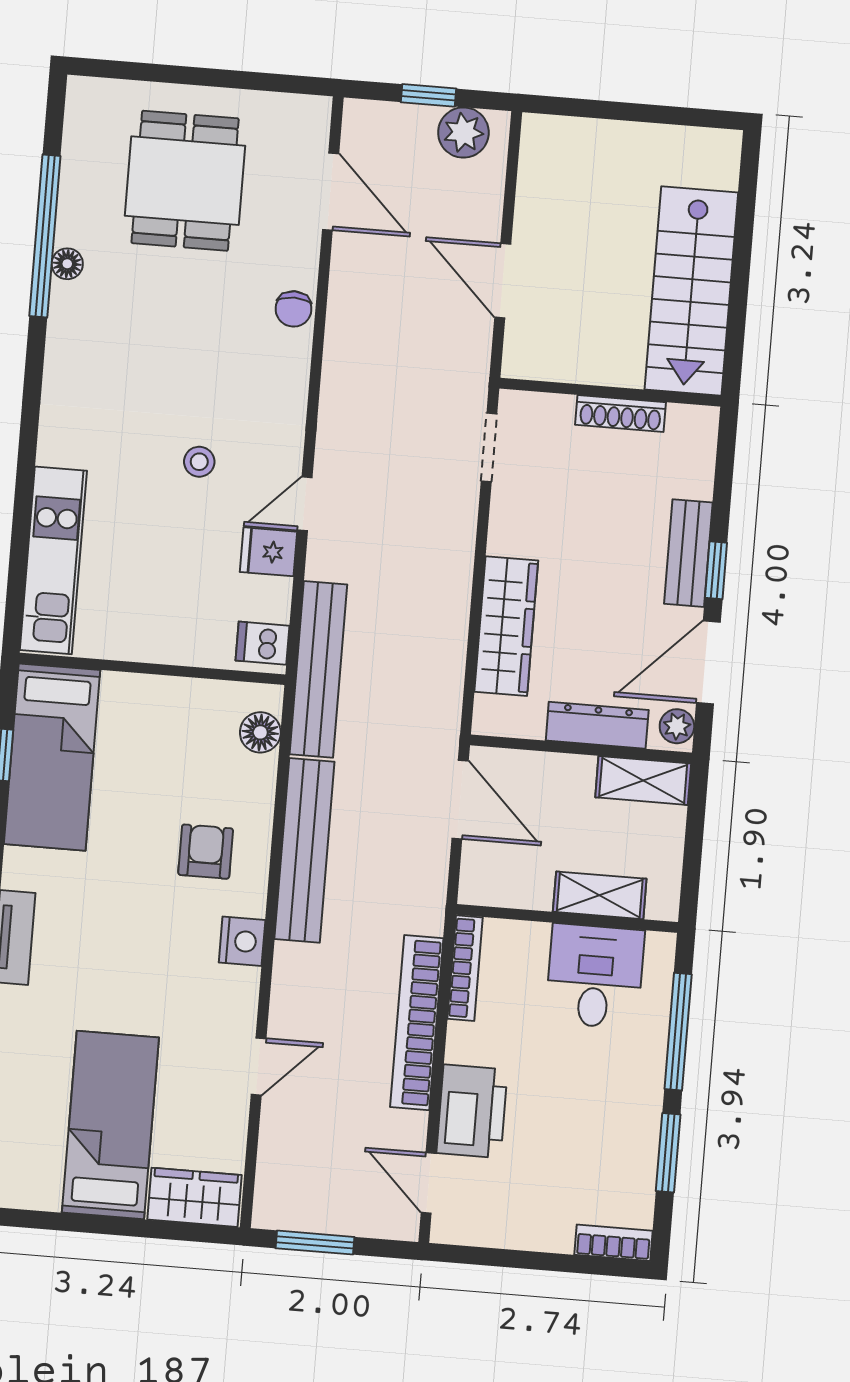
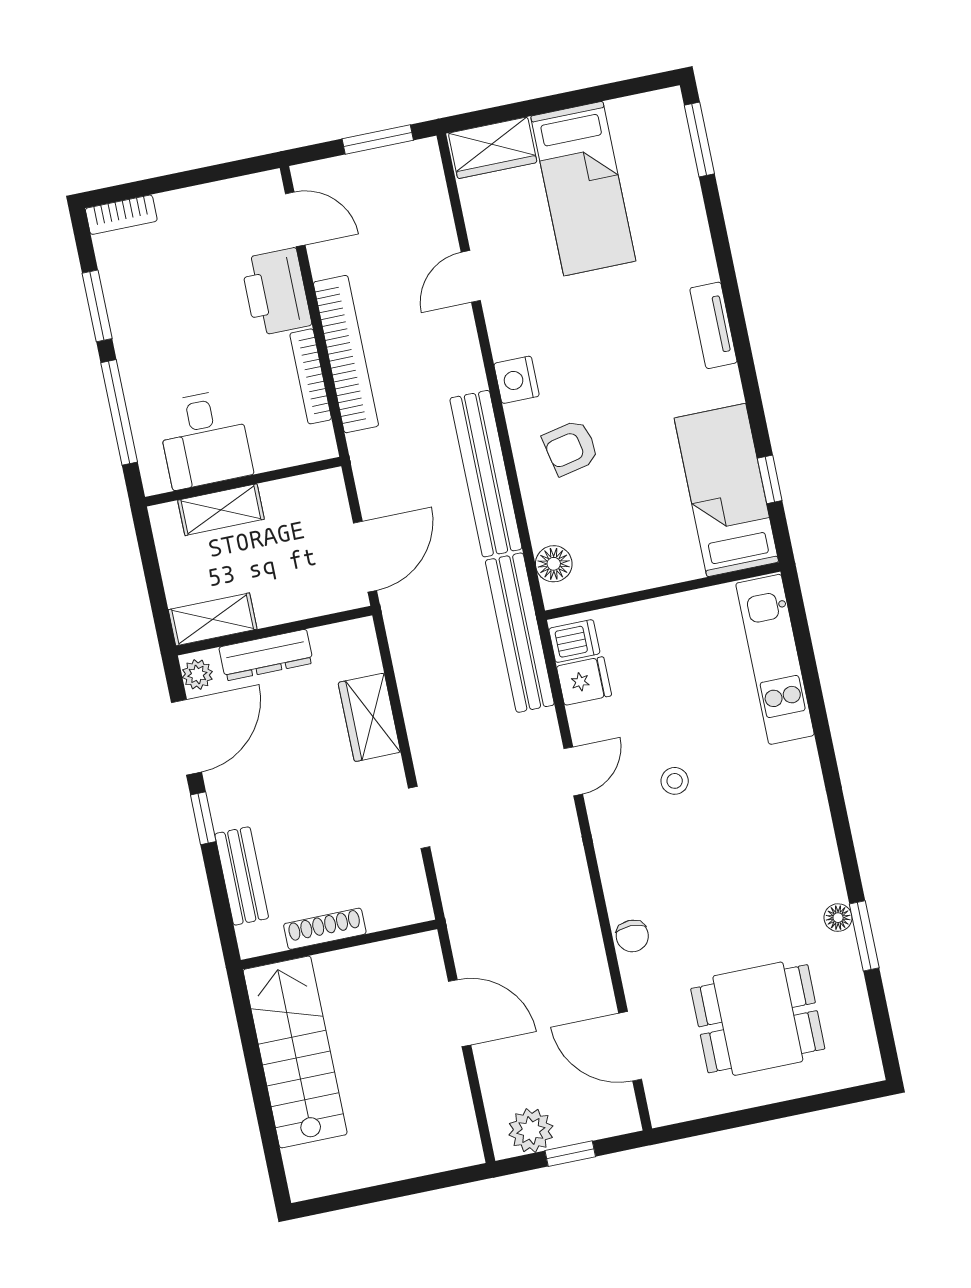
dining table: (185, 181) -> (758, 1019), turned 90
window: (45, 236) -> (864, 936), width x0.47
chair: (294, 309) -> (632, 936), turned 180
doorway: (489, 447) -> (419, 817), moved
fridge: (269, 552) -> (584, 681), moved
bench: (688, 553) -> (242, 876), moved
wardrobe: (506, 626) -> (369, 717), width x0.67
door: (460, 799) -> (365, 557), swing flipped
armchair: (206, 852) -> (571, 448), turned 78
bookcase: (465, 968) -> (311, 376), moved

